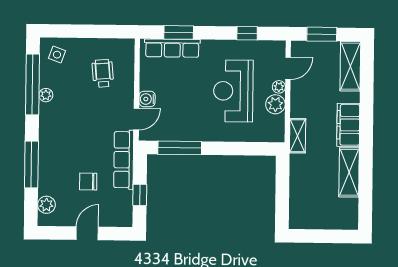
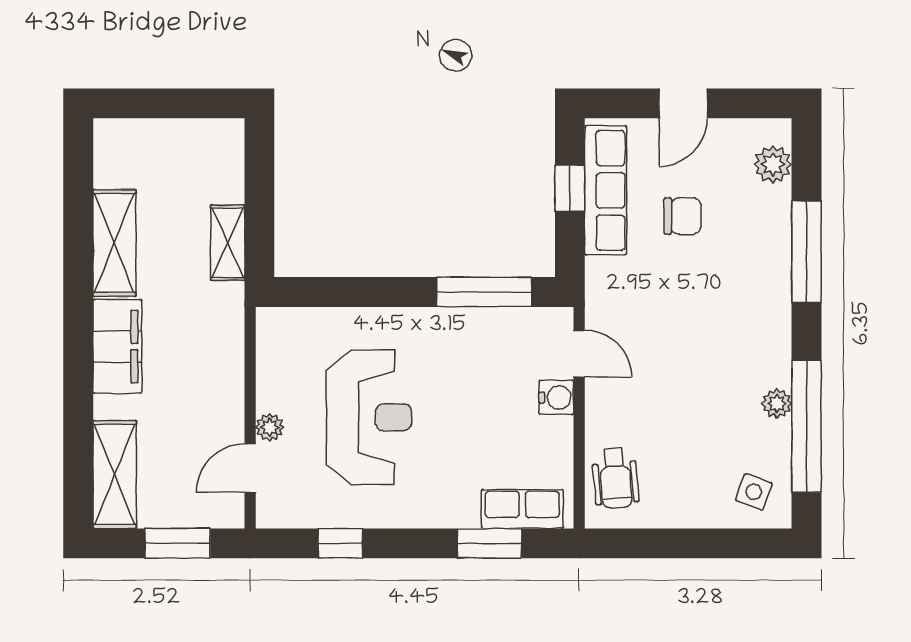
row of seats: (172, 48) -> (522, 509), width x0.68
wheelchair: (103, 73) -> (615, 478), moved
plant: (275, 104) -> (277, 389), removed
door: (136, 119) -> (579, 354), swing flipped
shelving: (298, 136) -> (228, 243), moved
row of seats: (124, 160) -> (606, 190), moved

